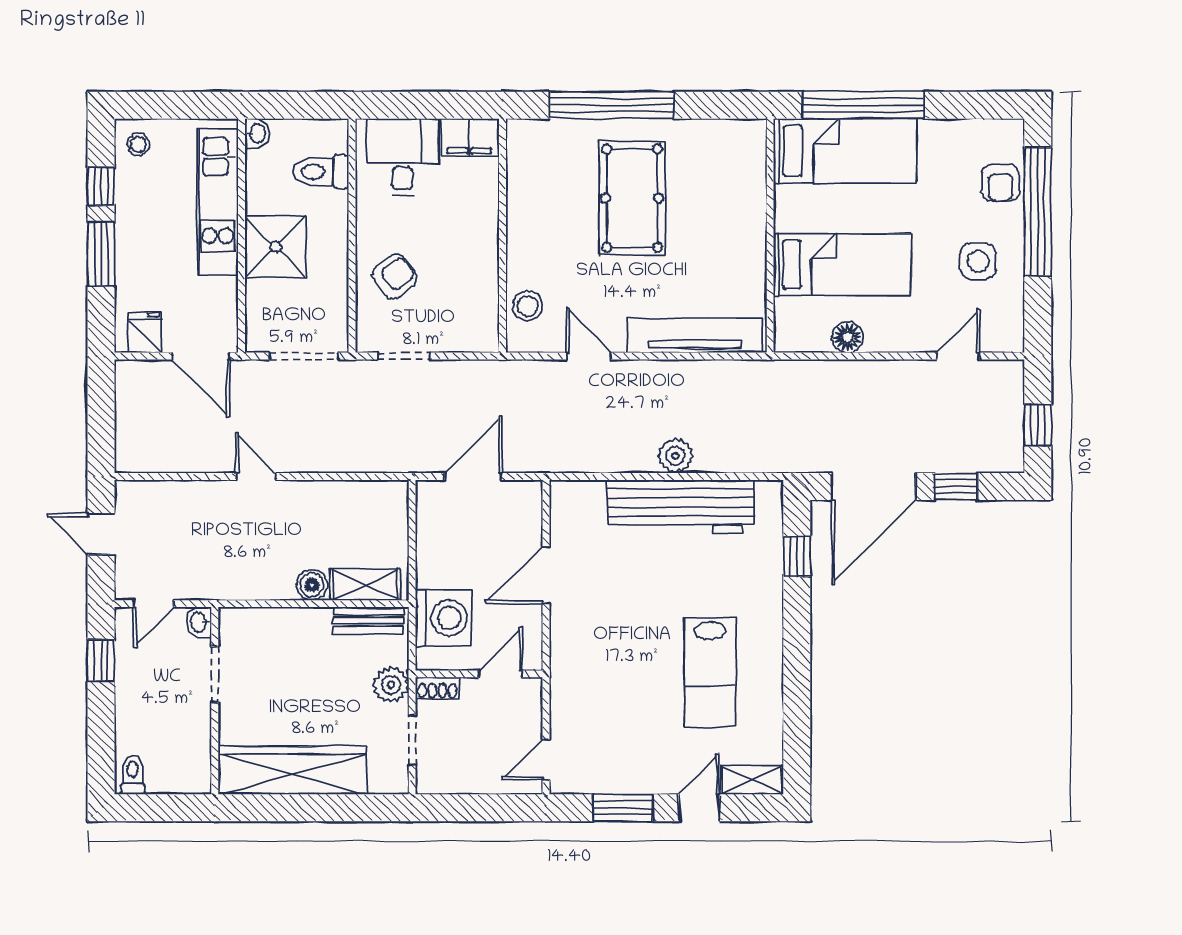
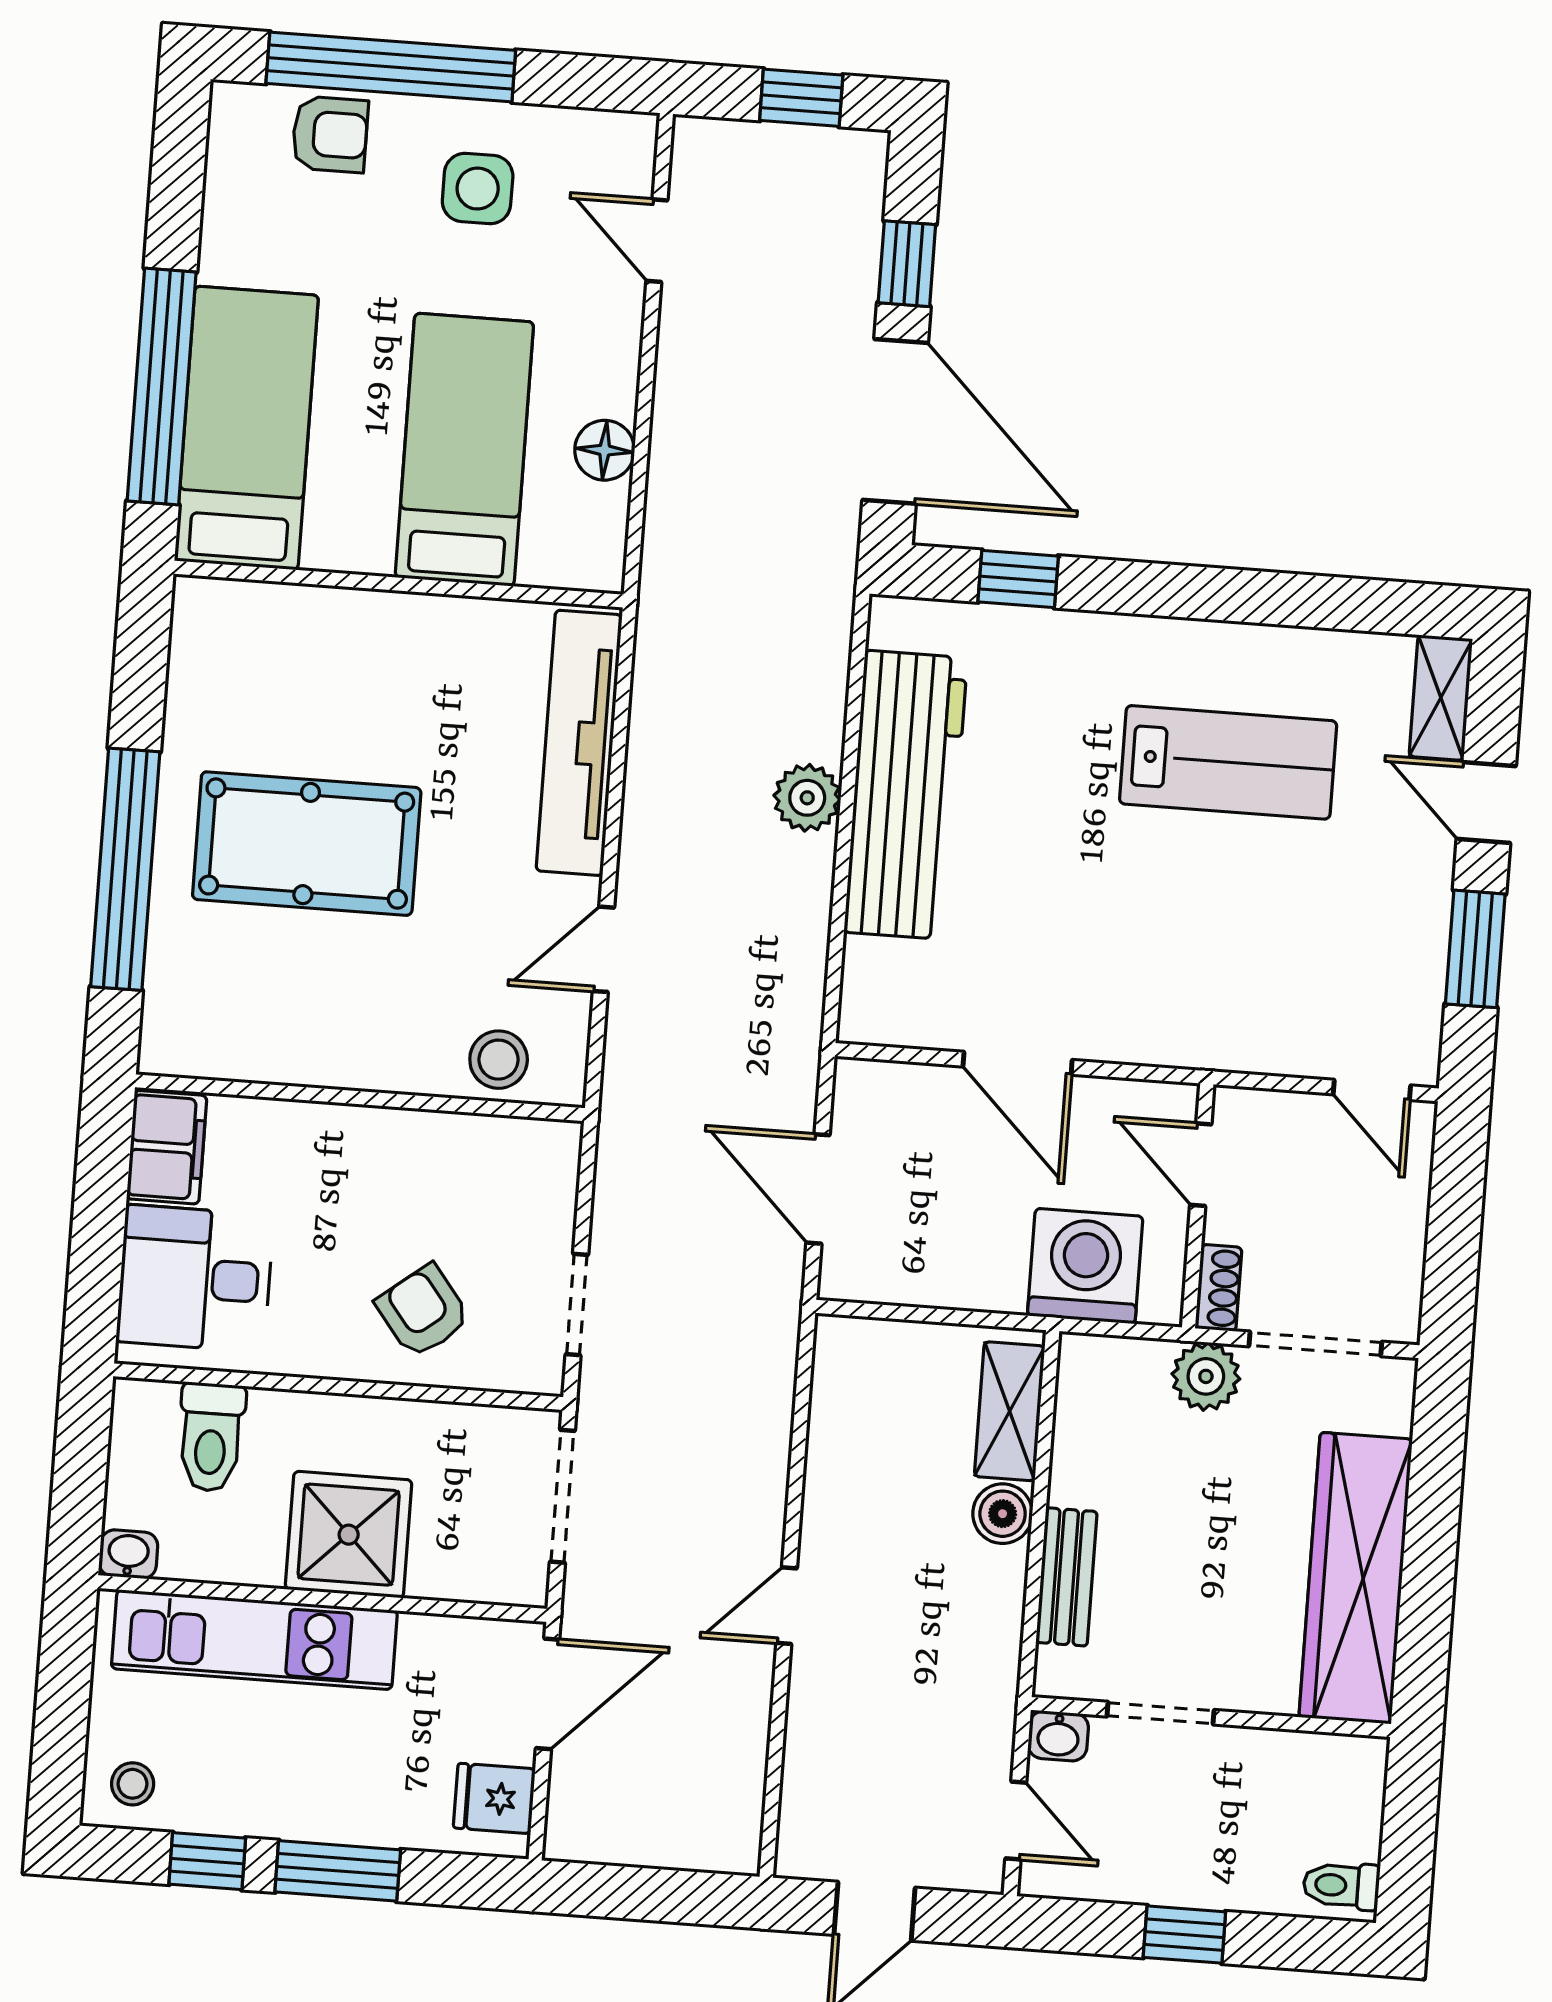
bench: (368, 620) -> (1066, 1577), moved
window: (101, 660) -> (1184, 1935), moved
doorway: (412, 740) -> (1315, 1344), width x1.38

